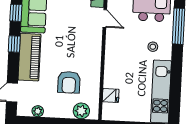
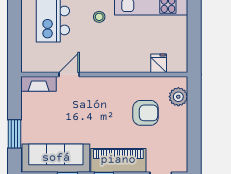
plant: (38, 111) -> (181, 148), removed

